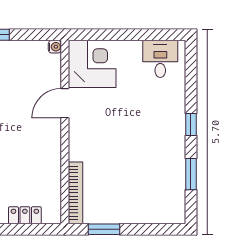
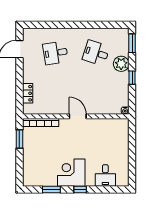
desk: (160, 59) -> (105, 175), moved, turned 90
corner desk: (92, 64) -> (71, 173), moved, turned 180
door: (65, 103) -> (78, 116), moved

